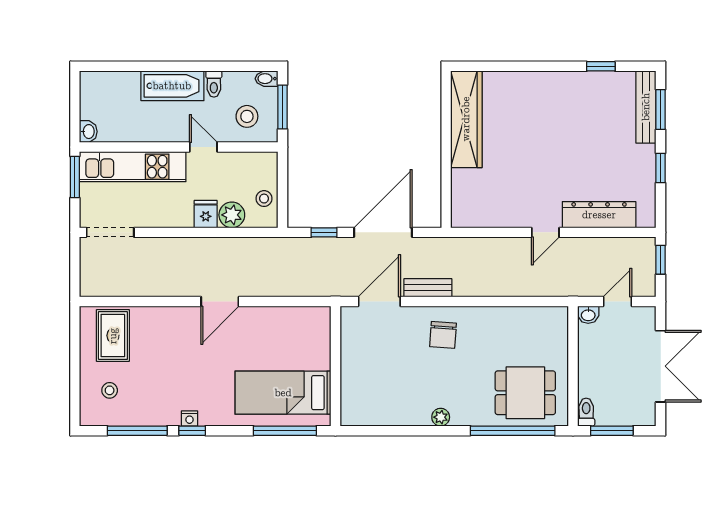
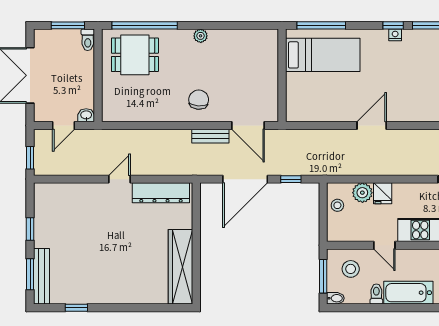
dresser: (599, 215) -> (161, 193), moved
door: (379, 302) -> (248, 125), hinge flipped

